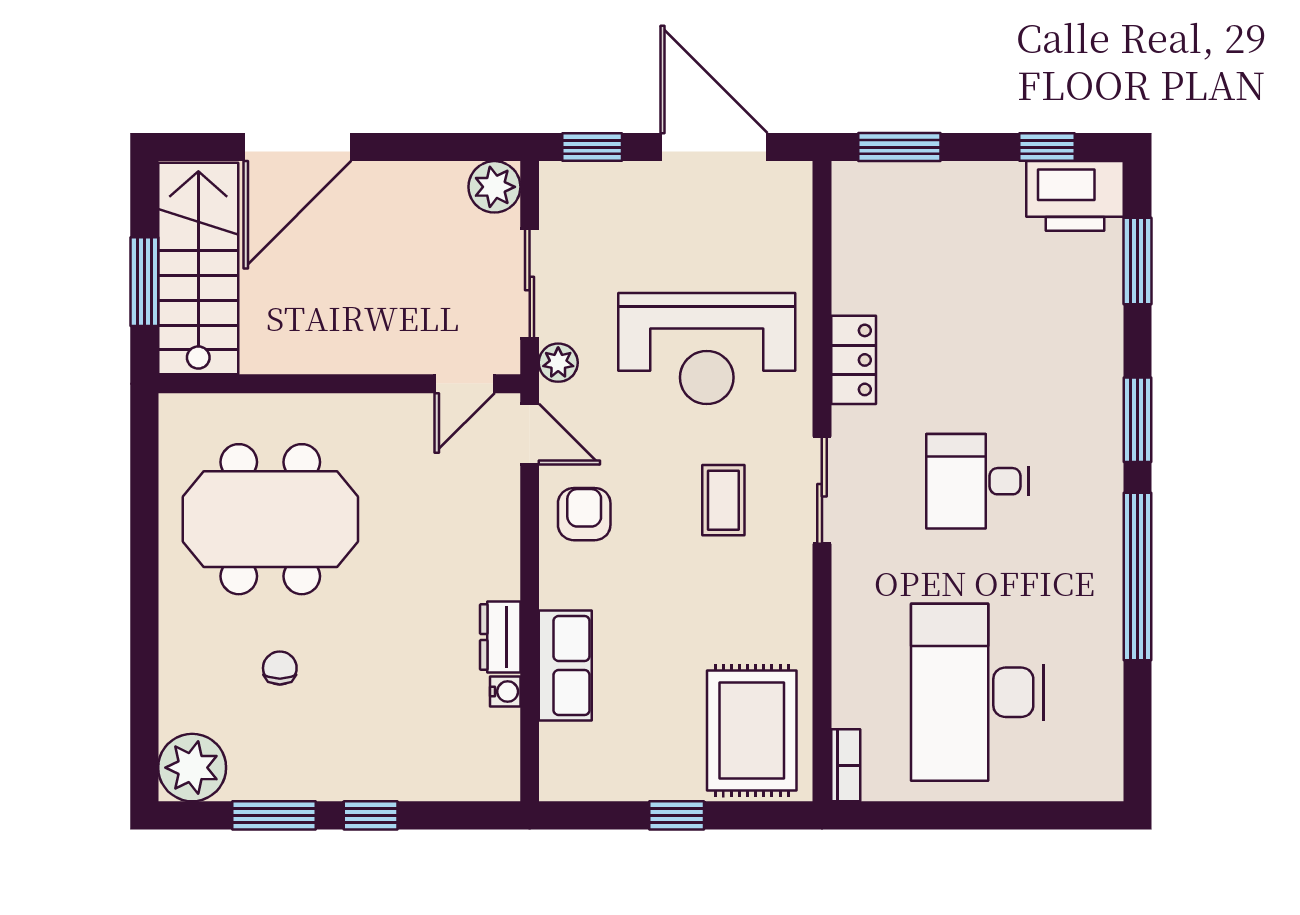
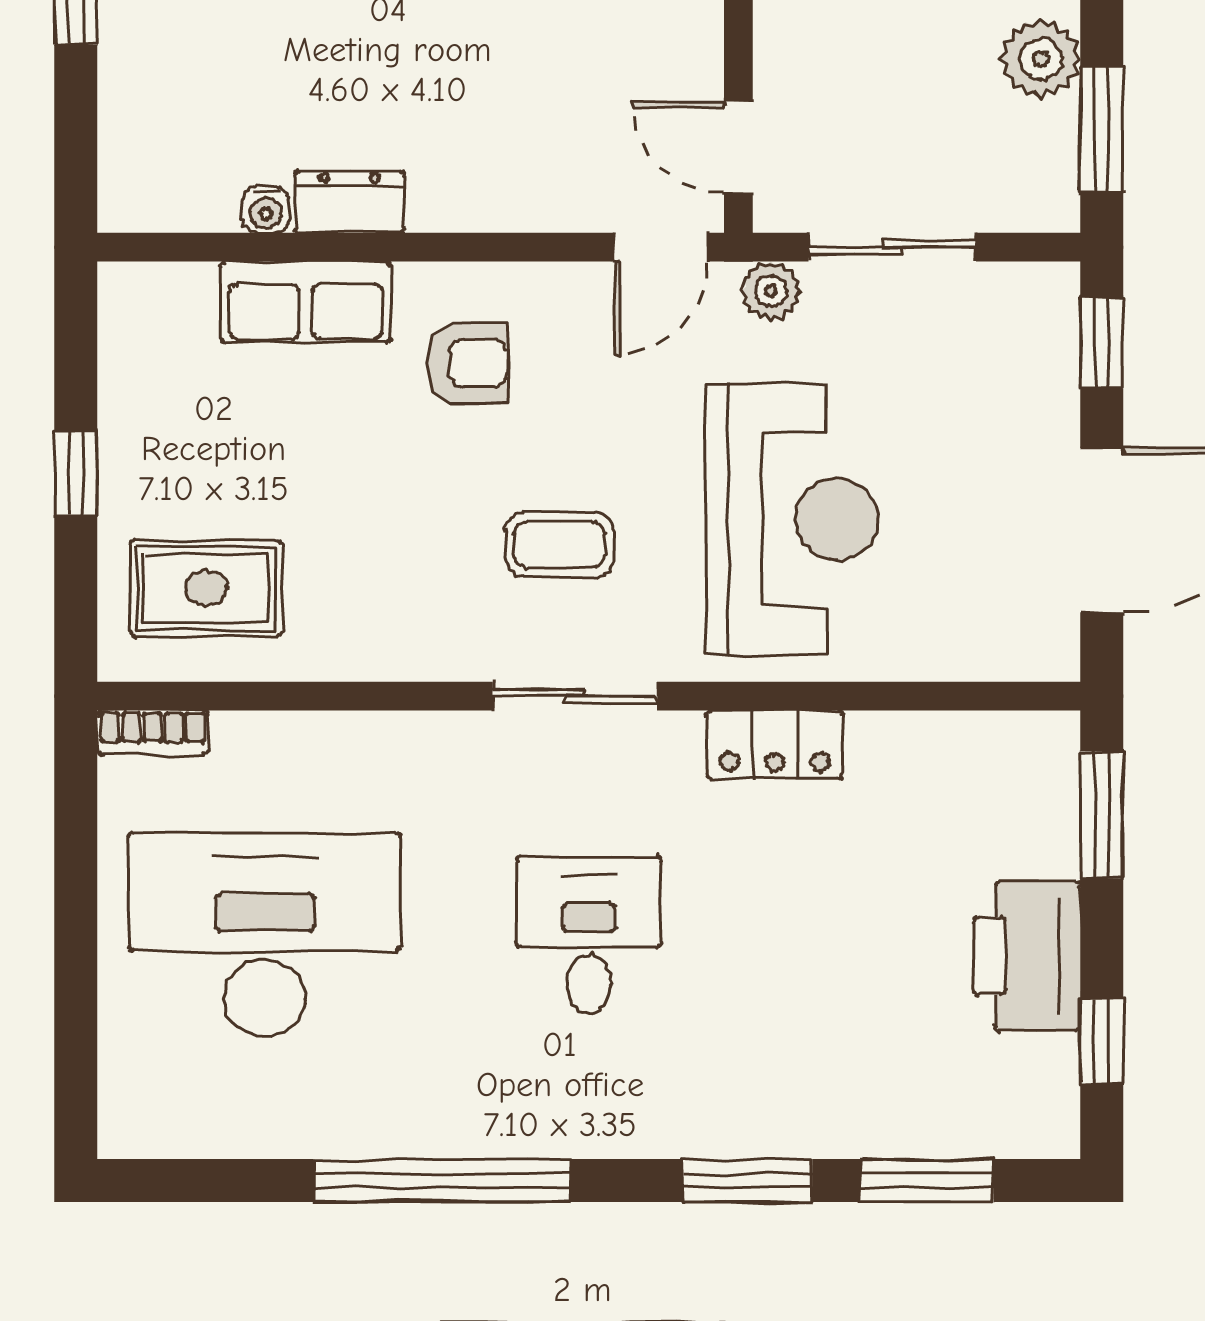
window: (453, 147) -> (1102, 130), added
plant: (494, 187) -> (1041, 59), moved
printer: (1075, 196) -> (1027, 956), moved
reception desk: (707, 349) -> (792, 519), turned 180
window: (1138, 420) -> (747, 1181), moved
armchair: (584, 514) -> (468, 363), moved
rug: (752, 730) -> (206, 588), width x0.73, depth x0.70

